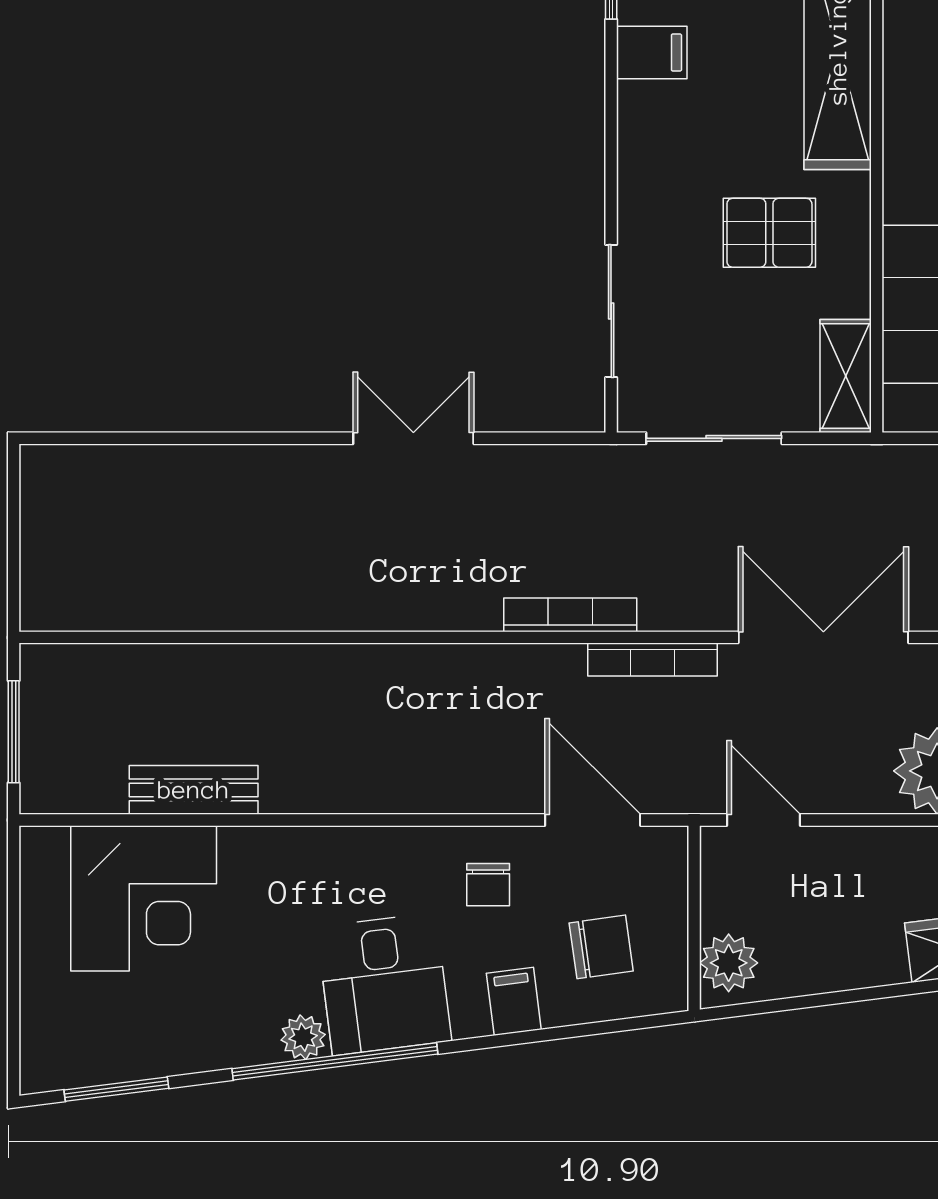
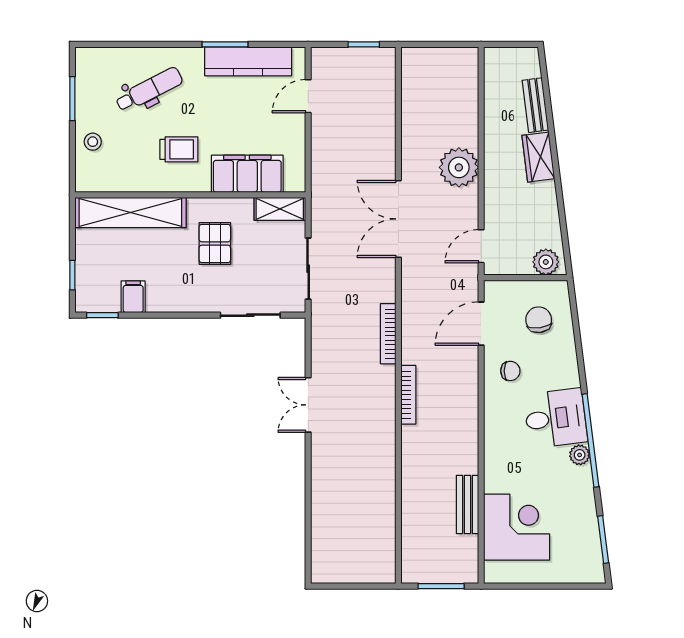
bookcase: (653, 660) -> (408, 395), moved
filing cabinet: (514, 1001) -> (563, 359), removed

